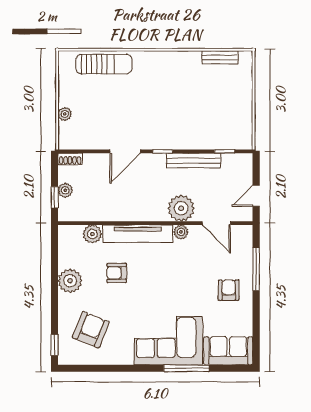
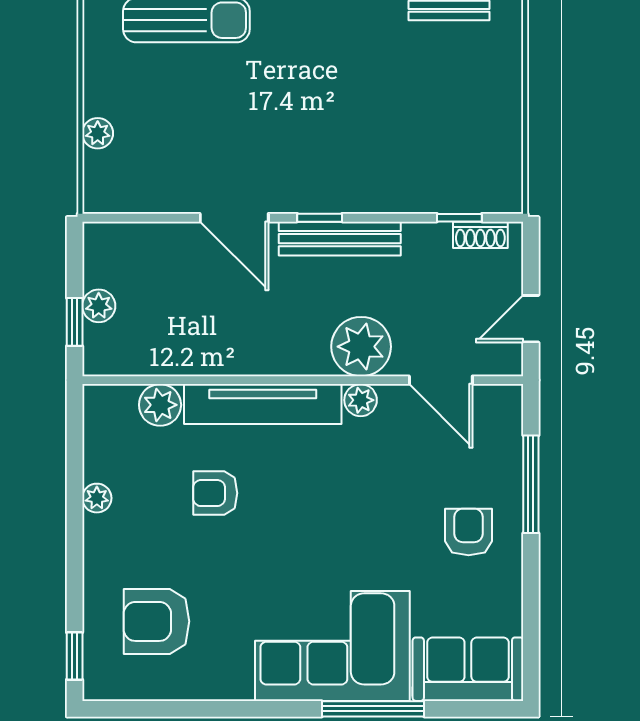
door: (125, 151) -> (234, 218), hinge flipped
shoe rack: (70, 159) -> (480, 235), moved
bench: (193, 161) -> (340, 239), moved
plant: (70, 281) -> (97, 498), width x0.53, depth x0.53
armchair: (91, 330) -> (157, 621), turned -112

